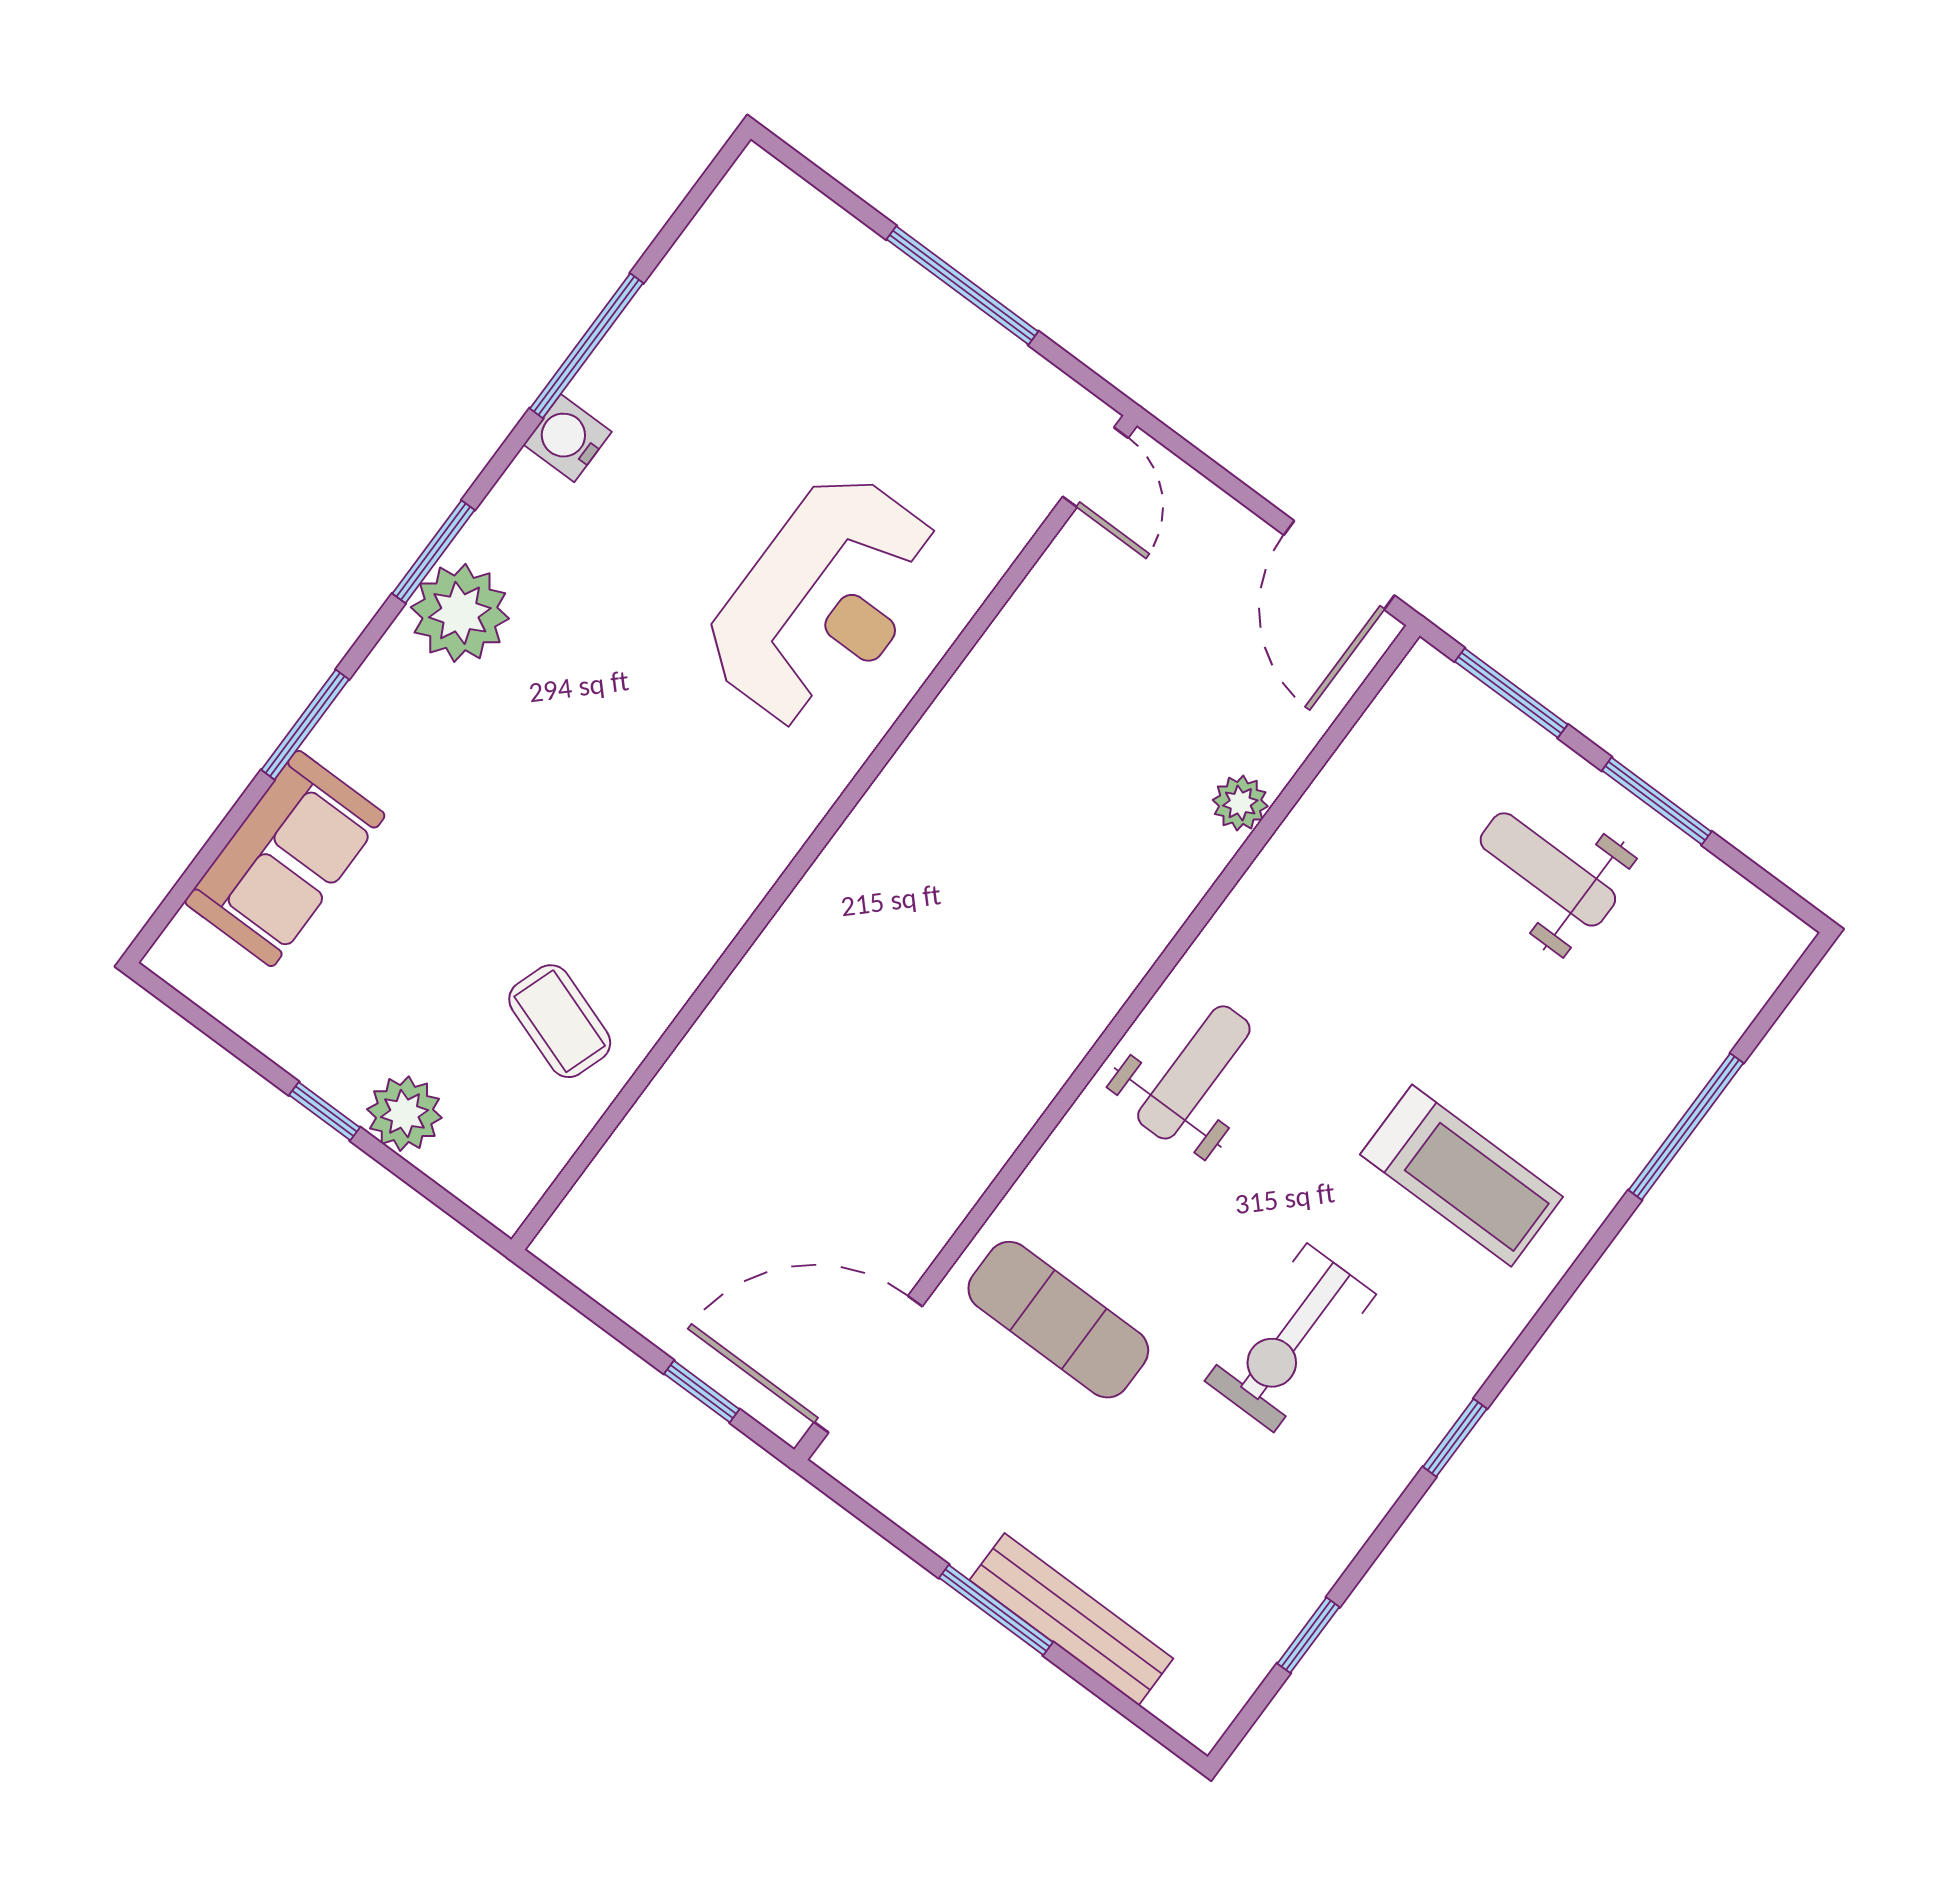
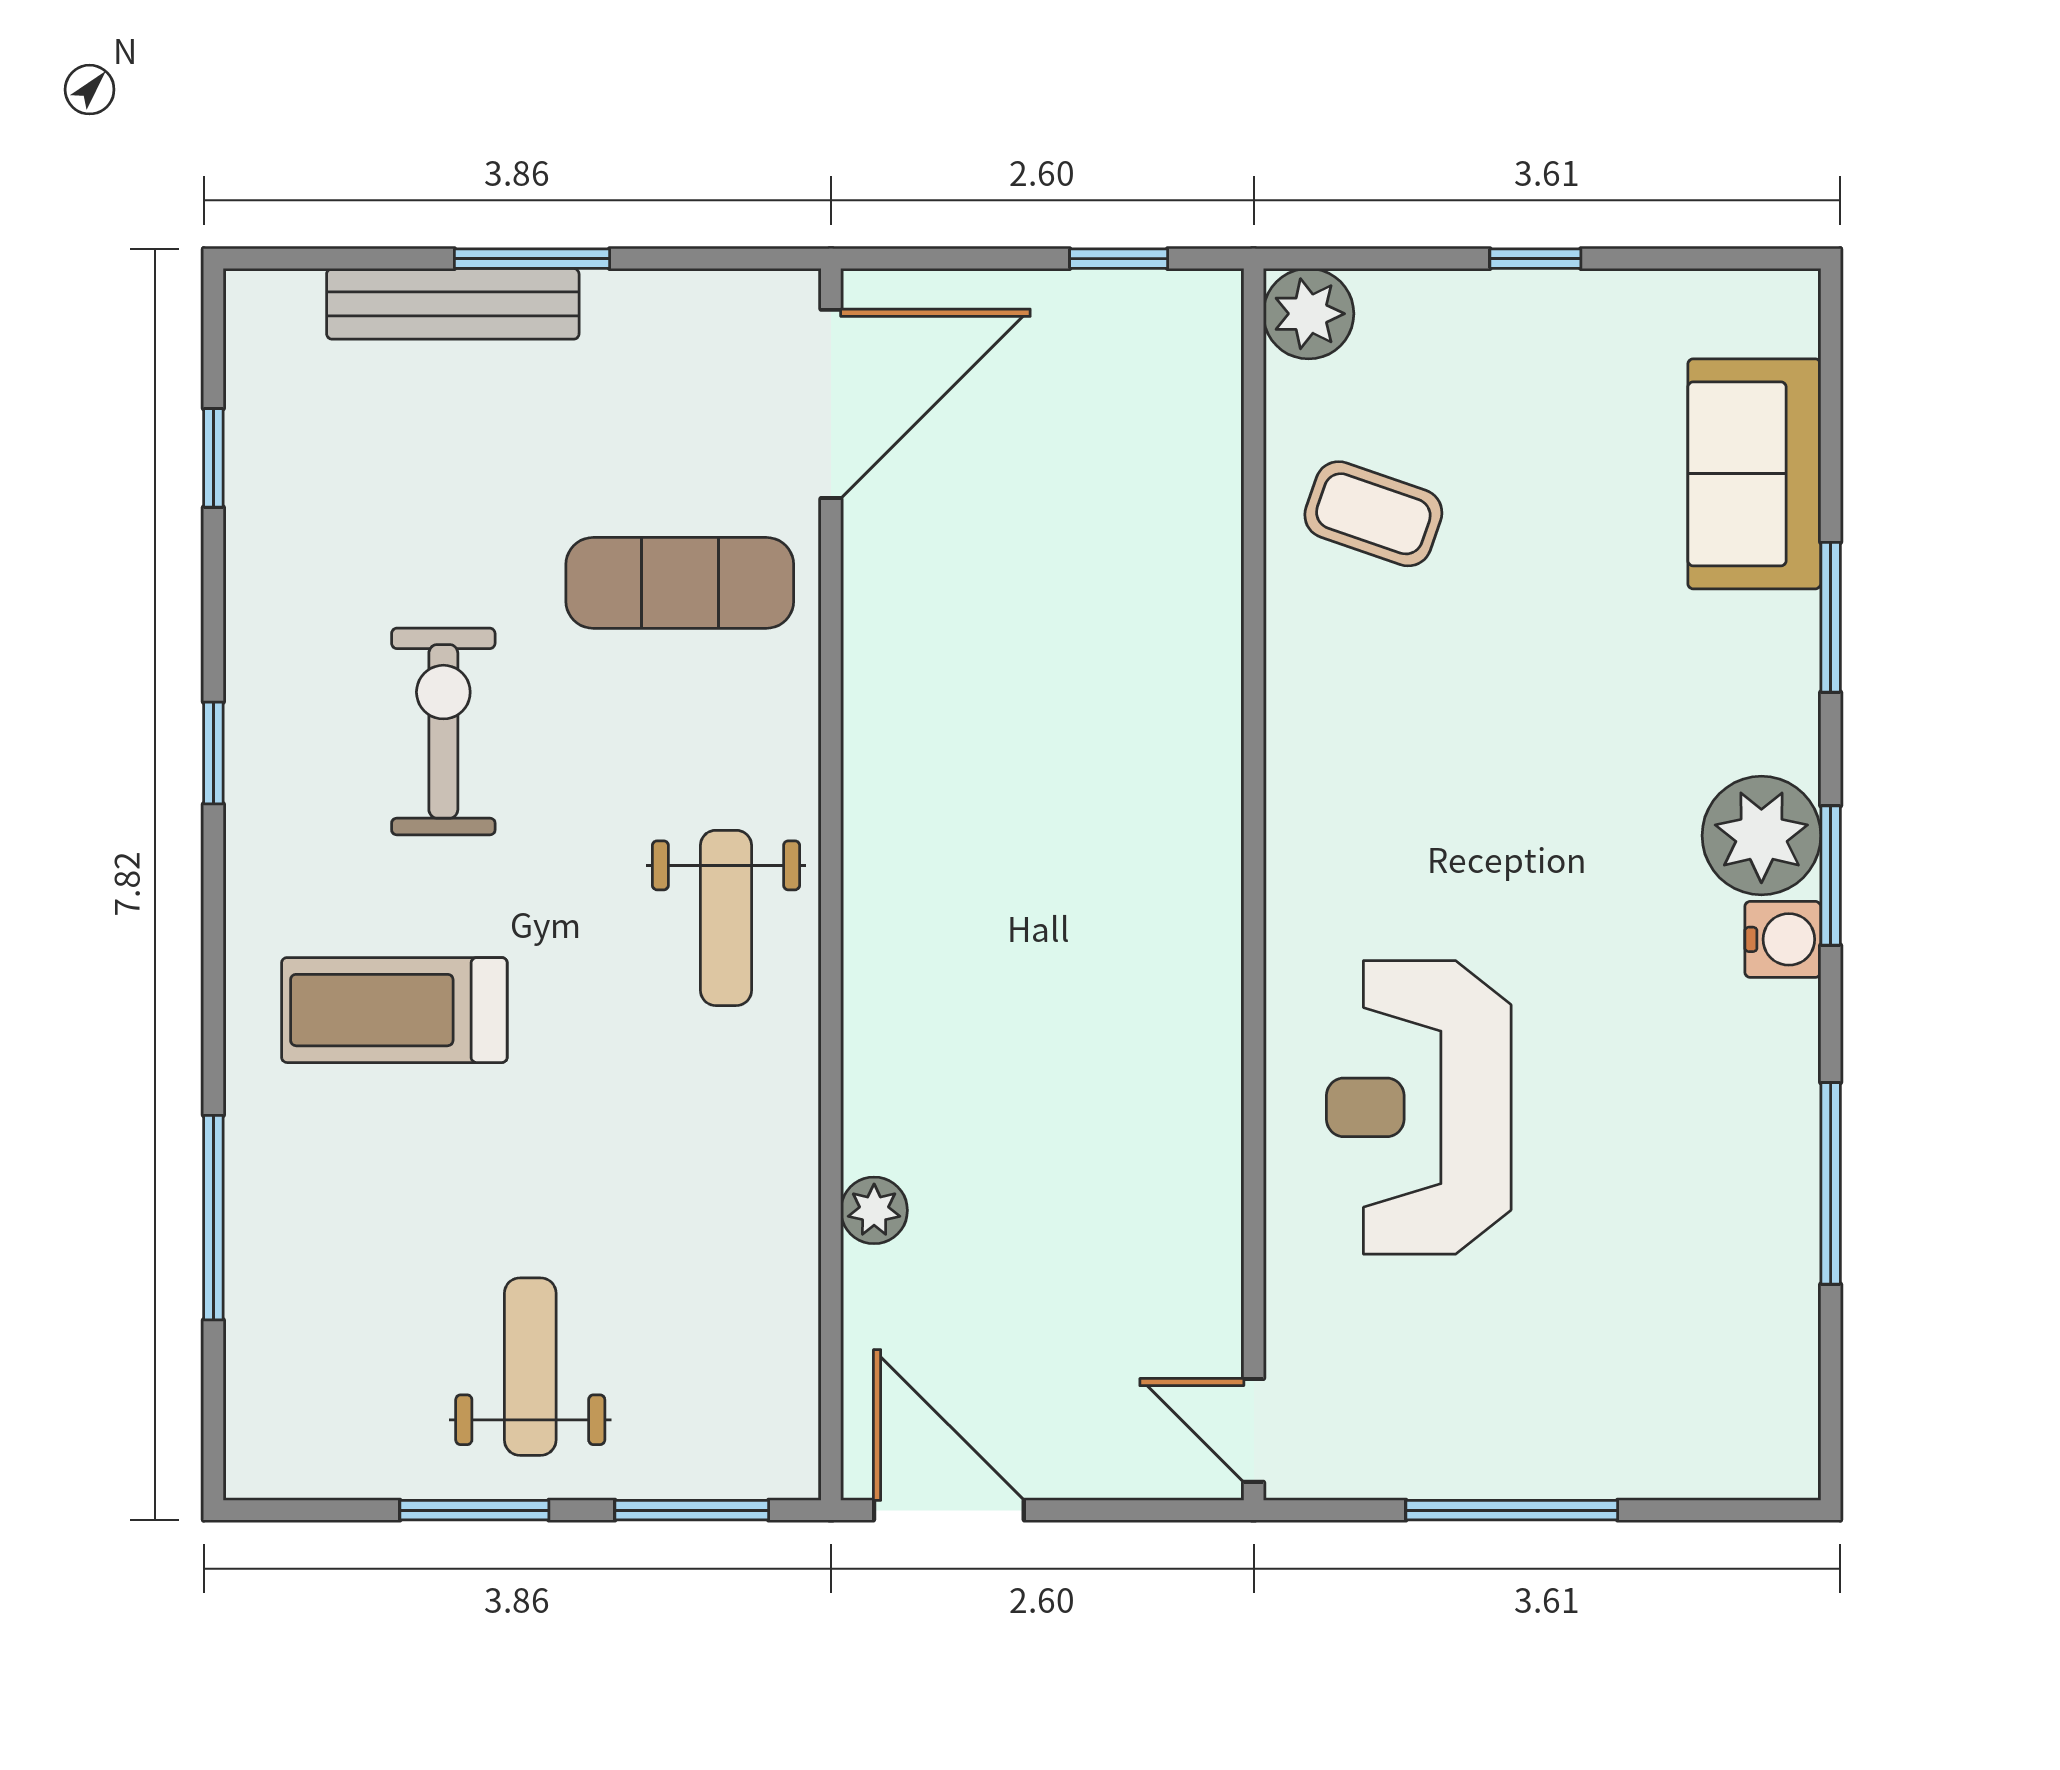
water cooler: (568, 438) -> (1783, 939), moved
weight bench: (1548, 869) -> (530, 1367), turned -90
plant: (404, 1114) -> (1309, 314), moved
window: (702, 1392) -> (1119, 259), moved

